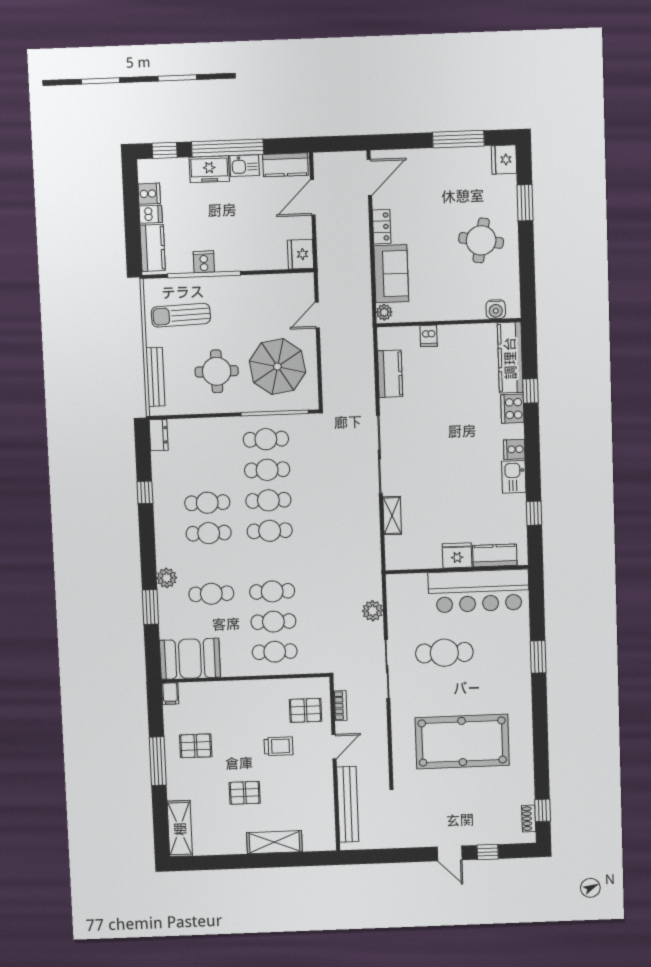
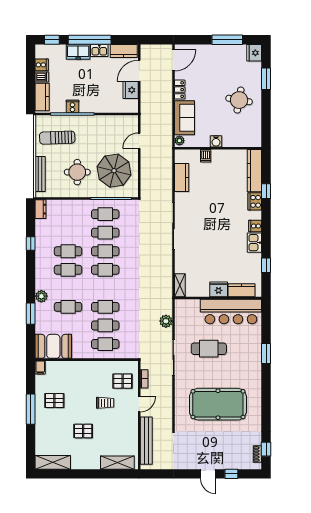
fridge: (301, 254) -> (131, 90), moved
water cooler: (496, 309) -> (216, 141), moved
shelving: (392, 516) -> (180, 285), moved
shelving: (180, 829) -> (53, 462), moved, turned 90
shelving: (274, 842) -> (117, 463), moved

